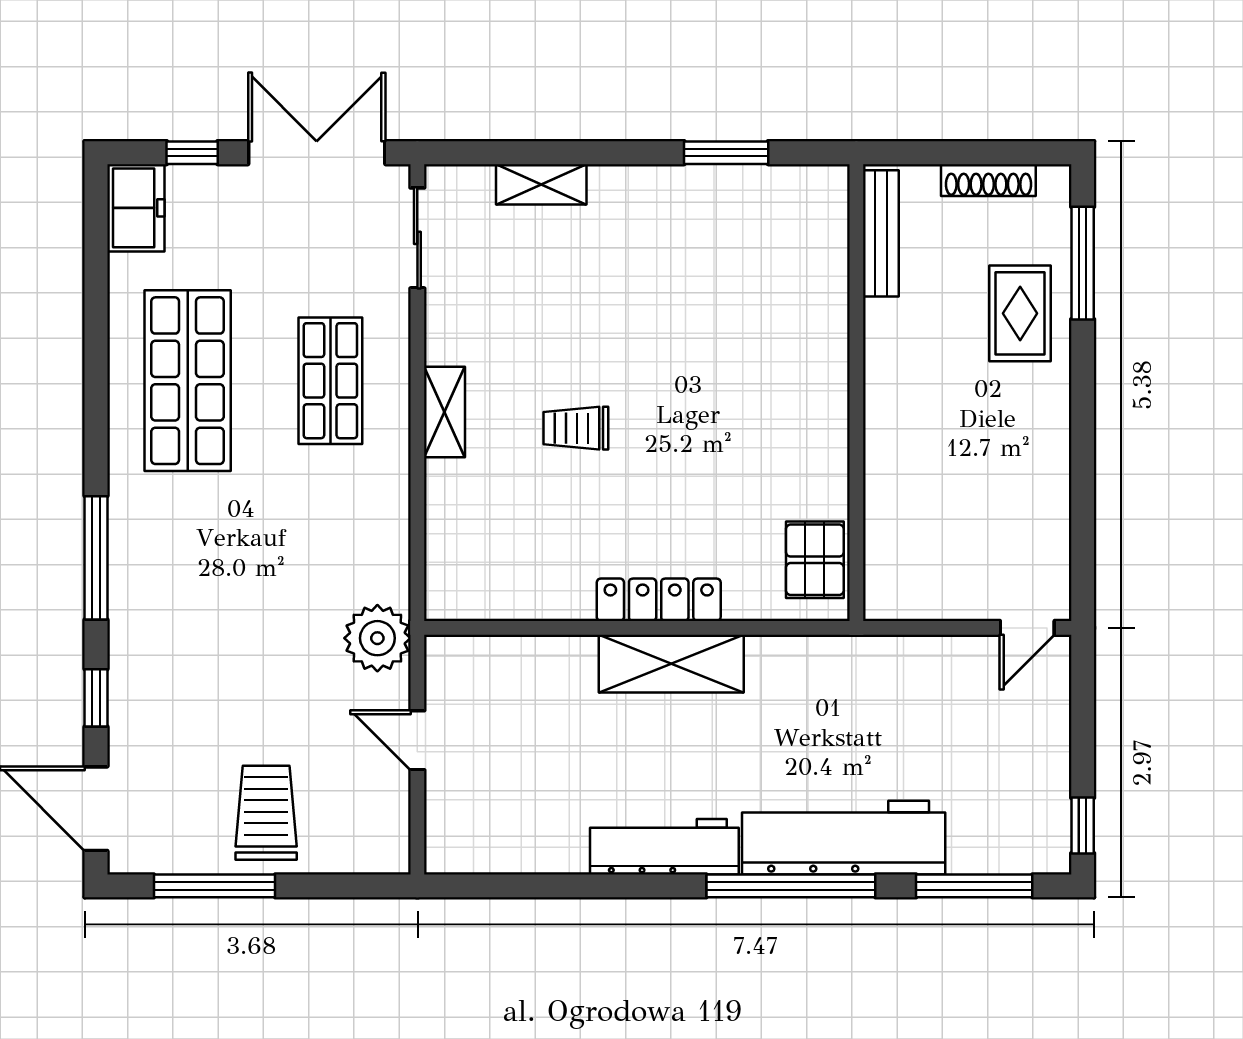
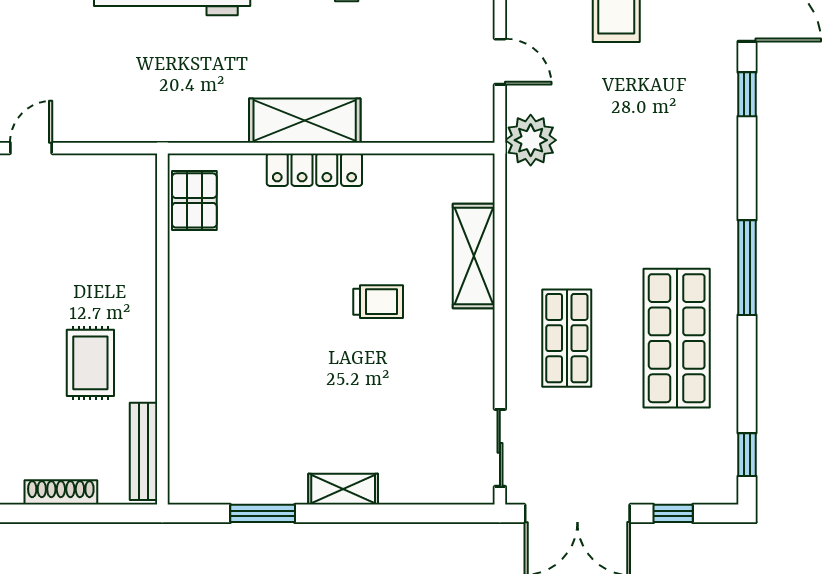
shelving: (541, 184) -> (343, 489), moved
freezer: (136, 208) -> (716, 471), removed
window: (96, 229) -> (747, 455), added
rug: (1020, 313) -> (90, 363), moved
shelving: (445, 412) -> (474, 256), moved, width x1.50, depth x1.33
window: (96, 558) -> (747, 268), moved

